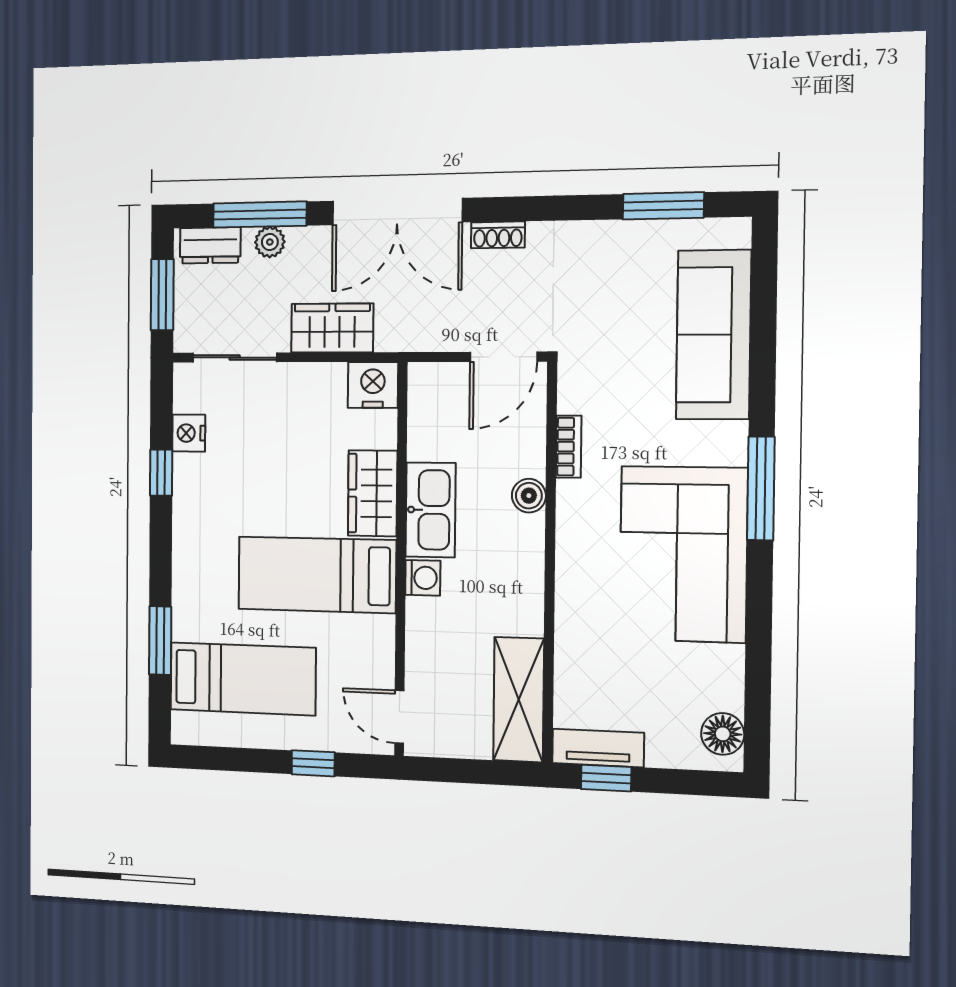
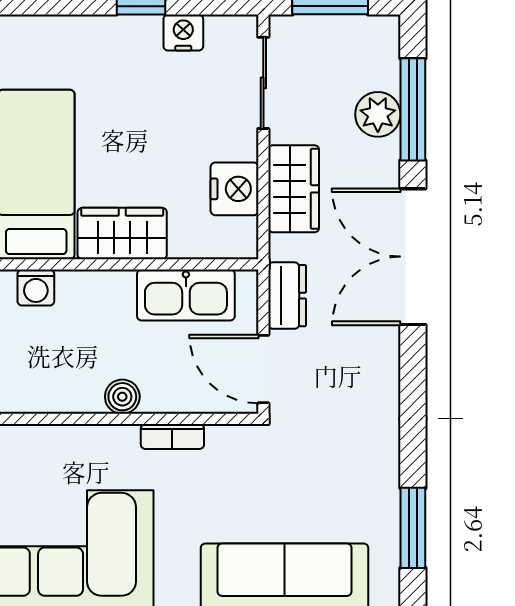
shoe rack: (498, 235) -> (387, 362), removed
plant: (270, 242) -> (378, 114), width x1.38, depth x1.38
dresser: (210, 245) -> (287, 296), moved, turned 180
nightstand: (373, 385) -> (235, 189), moved
kitchen sink: (431, 510) -> (186, 295), moved

